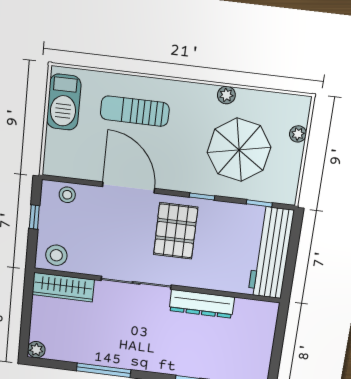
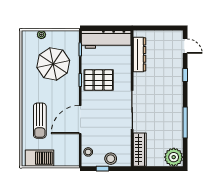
plant: (226, 95) -> (26, 74), removed
pallet: (176, 231) -> (99, 80), moved
stool: (56, 255) -> (111, 159), moved
dresser: (202, 304) -> (139, 54), moved
plant: (36, 350) -> (174, 157), width x1.87, depth x1.87

